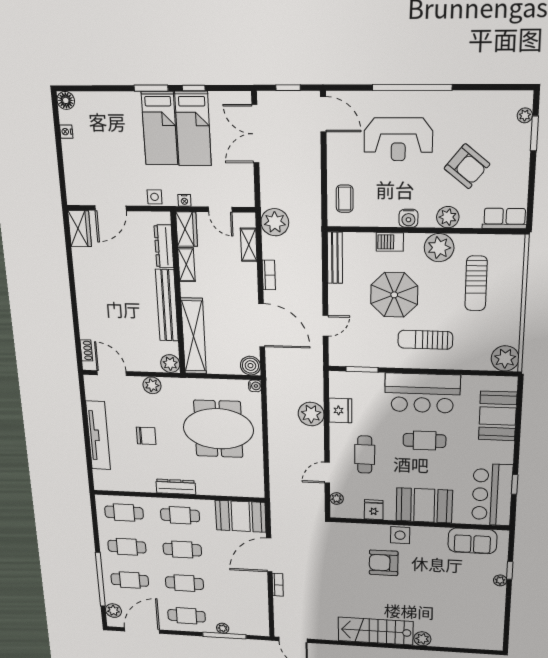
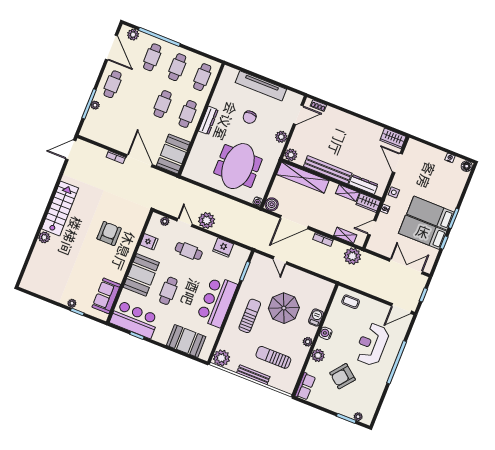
plant: (439, 248) -> (308, 342), width x0.53, depth x0.53
bench: (335, 258) -> (253, 375), moved
plant: (311, 414) -> (207, 220), moved
cafe table: (424, 441) -> (168, 291), moved
side table: (400, 535) -> (125, 252), removed
cafe table: (184, 583) -> (138, 94), removed

